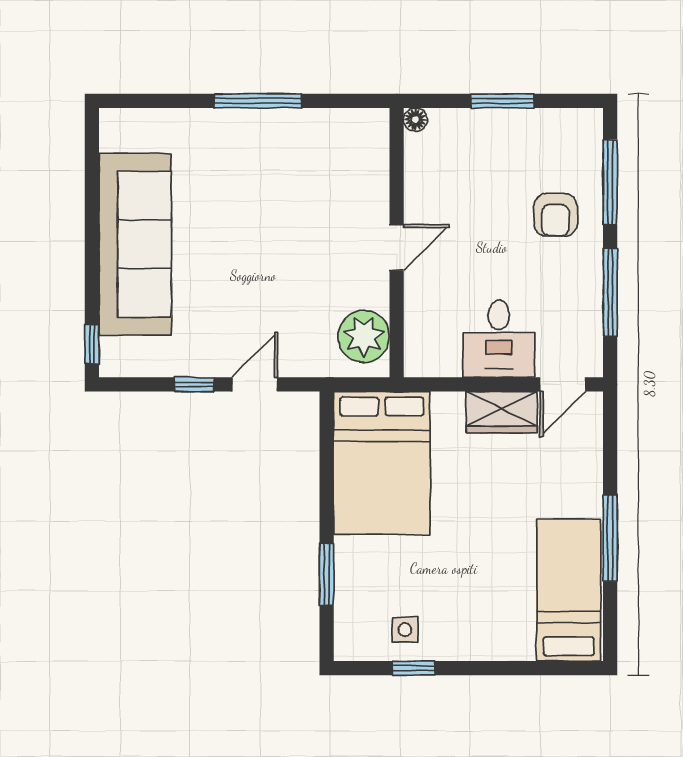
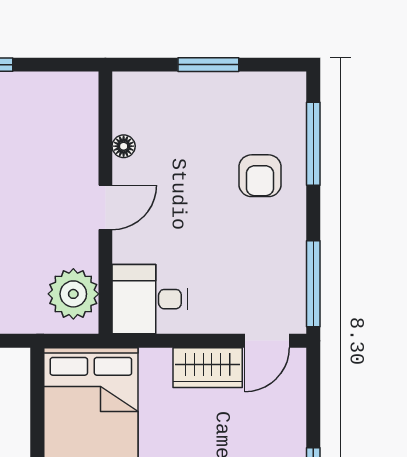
floor lamp: (415, 120) -> (124, 146), moved
window: (610, 292) -> (313, 284), moved
desk: (499, 339) -> (150, 299), moved, turned 90

